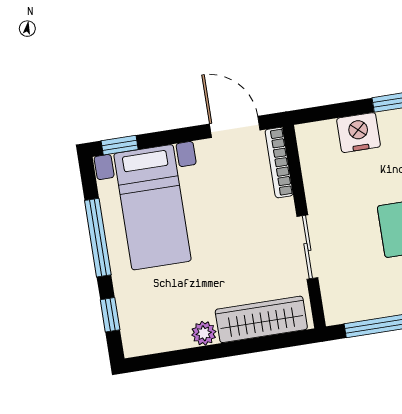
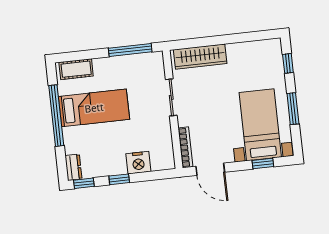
window: (120, 145) -> (263, 163), moved
window: (98, 238) -> (293, 109), width x0.69
plant: (204, 333) -> (234, 50), removed

